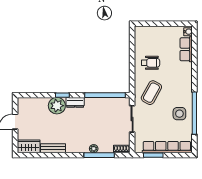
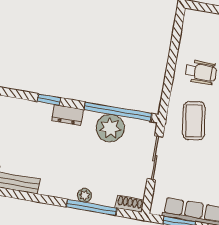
coffee table: (151, 93) -> (194, 121), turned -38
plant: (57, 106) -> (110, 128), moved

